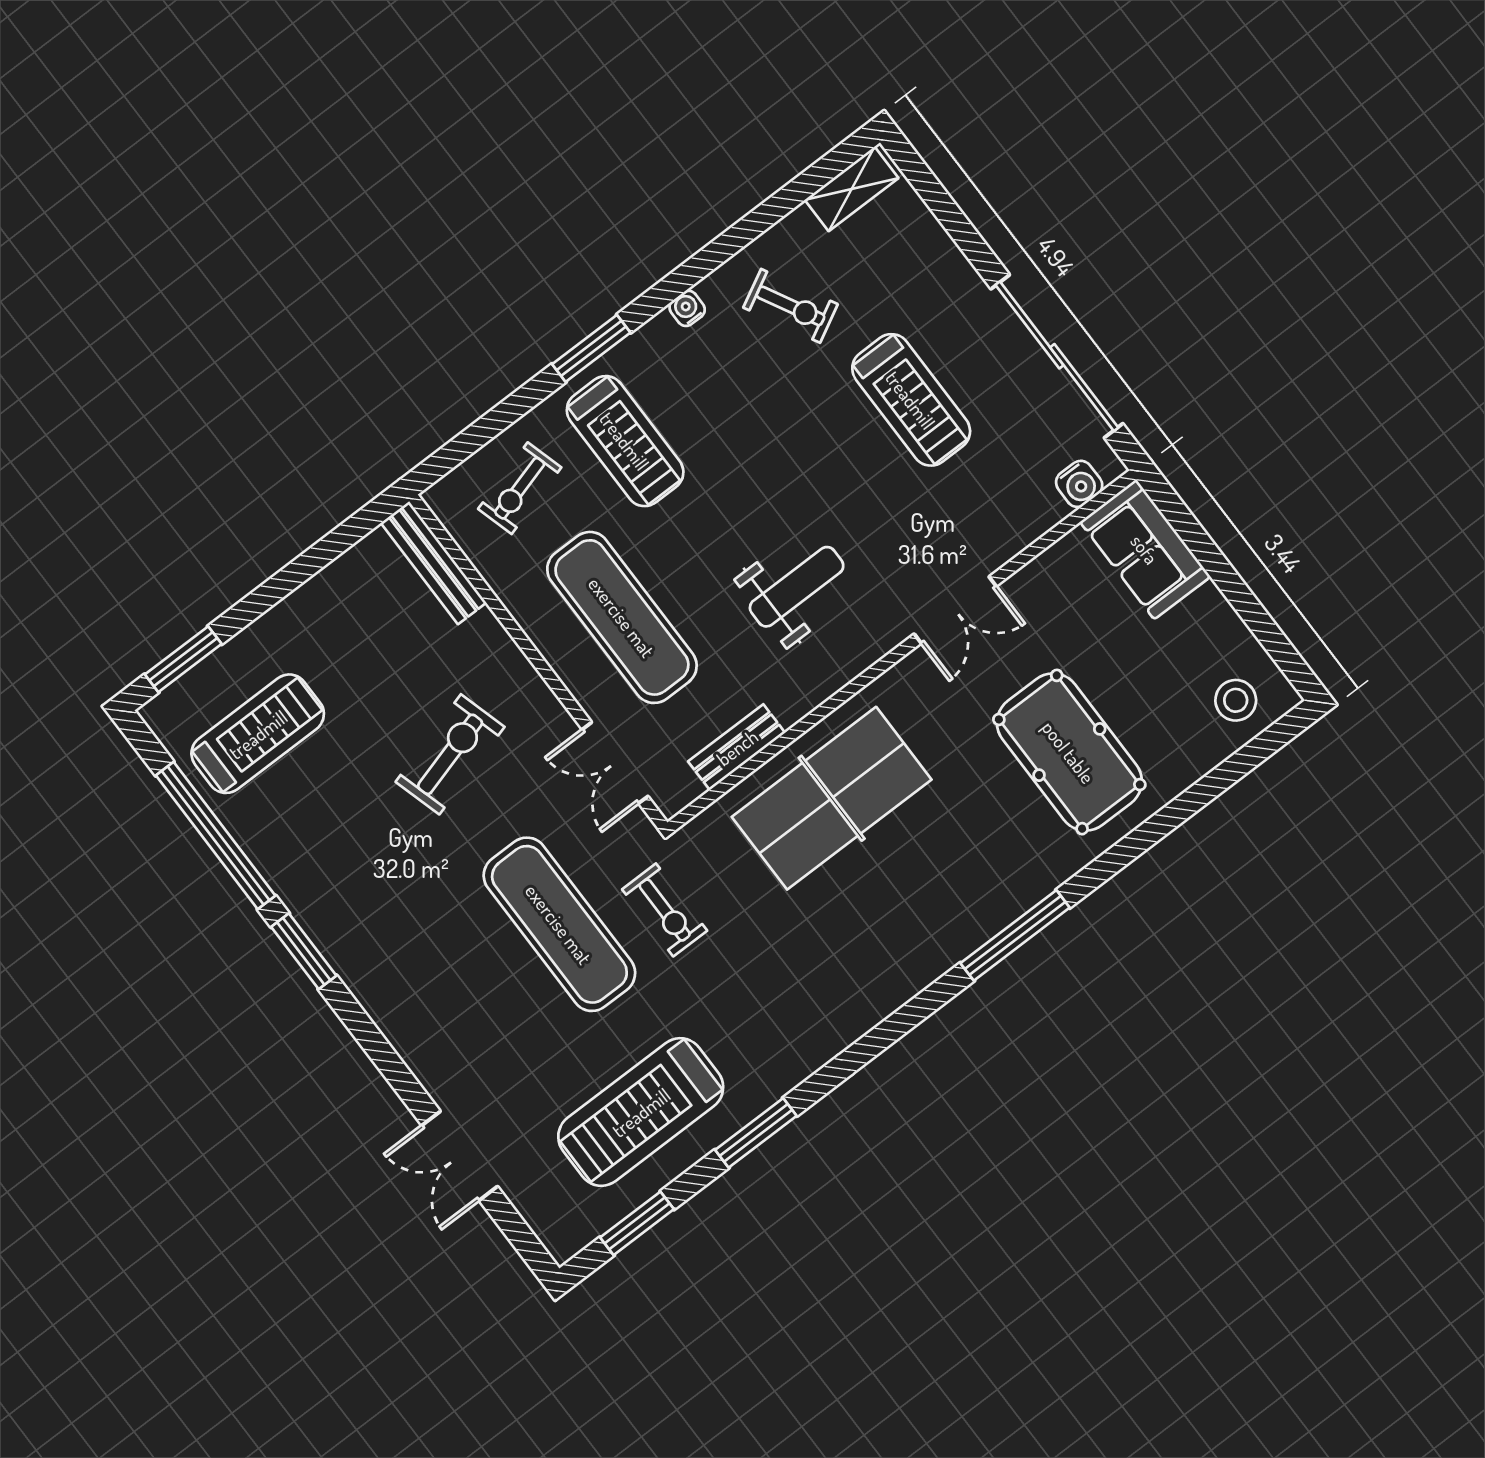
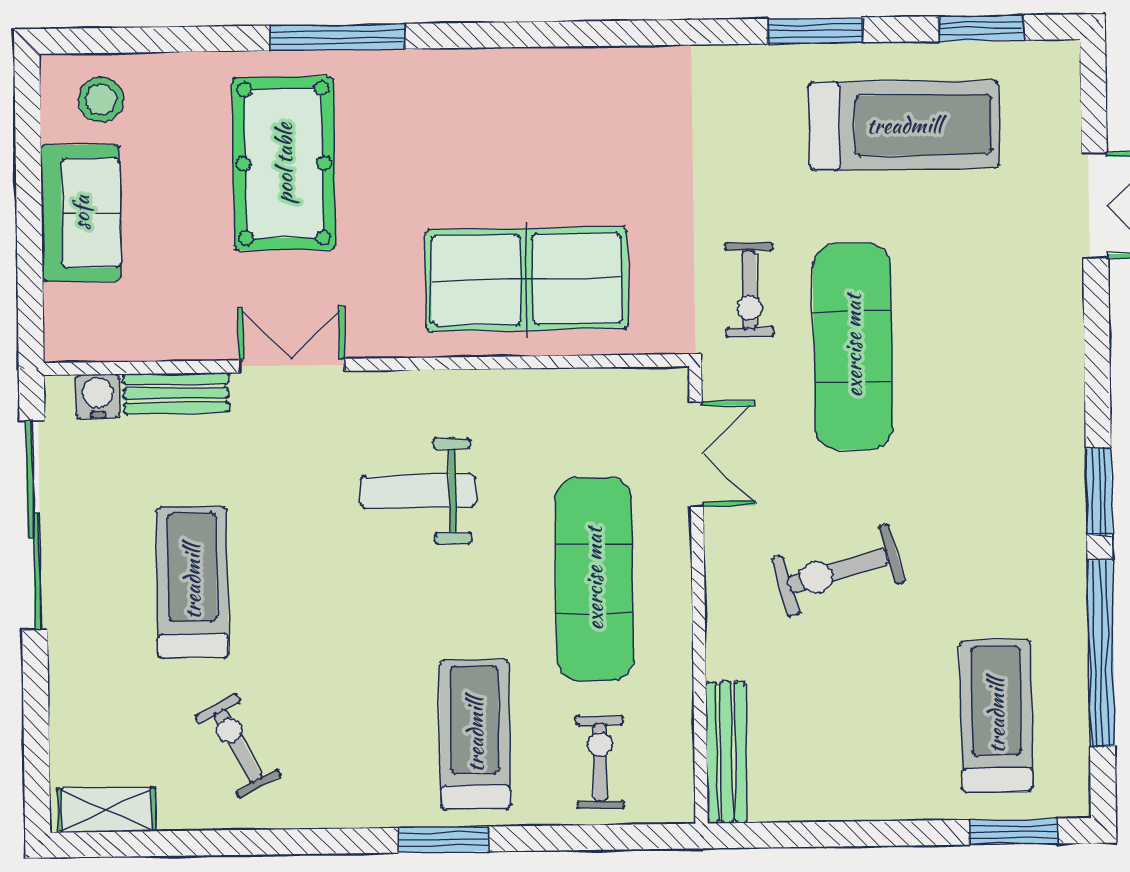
water cooler: (687, 308) -> (332, 812), removed
exercise bike: (520, 488) -> (600, 762), turned -74
sofa: (1145, 549) -> (81, 213), moved
treadmill: (258, 734) -> (996, 716), turned 90
bench: (737, 747) -> (176, 393), moved
exercise bike: (665, 910) -> (749, 290), turned 180
window: (1015, 935) -> (337, 37), moved

